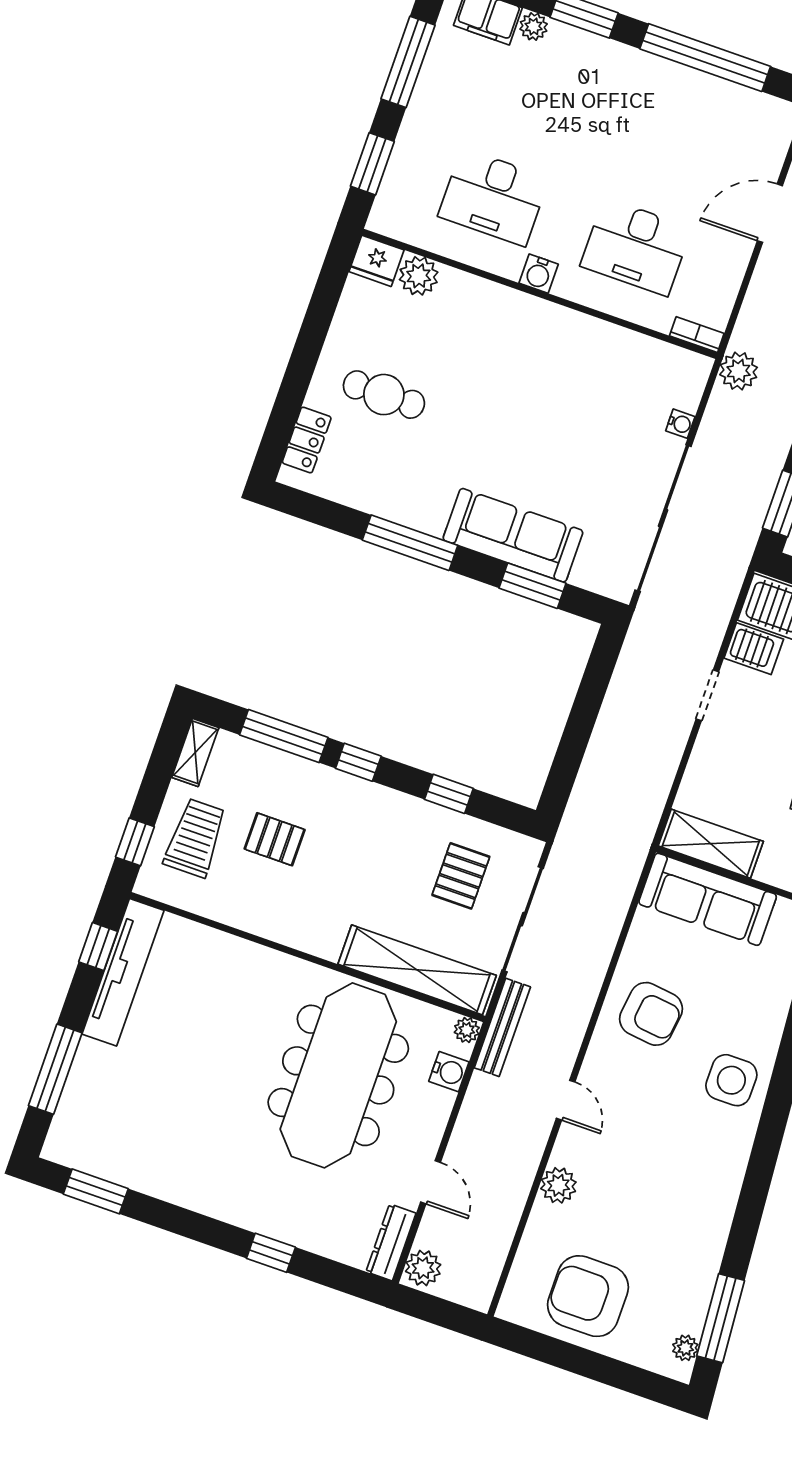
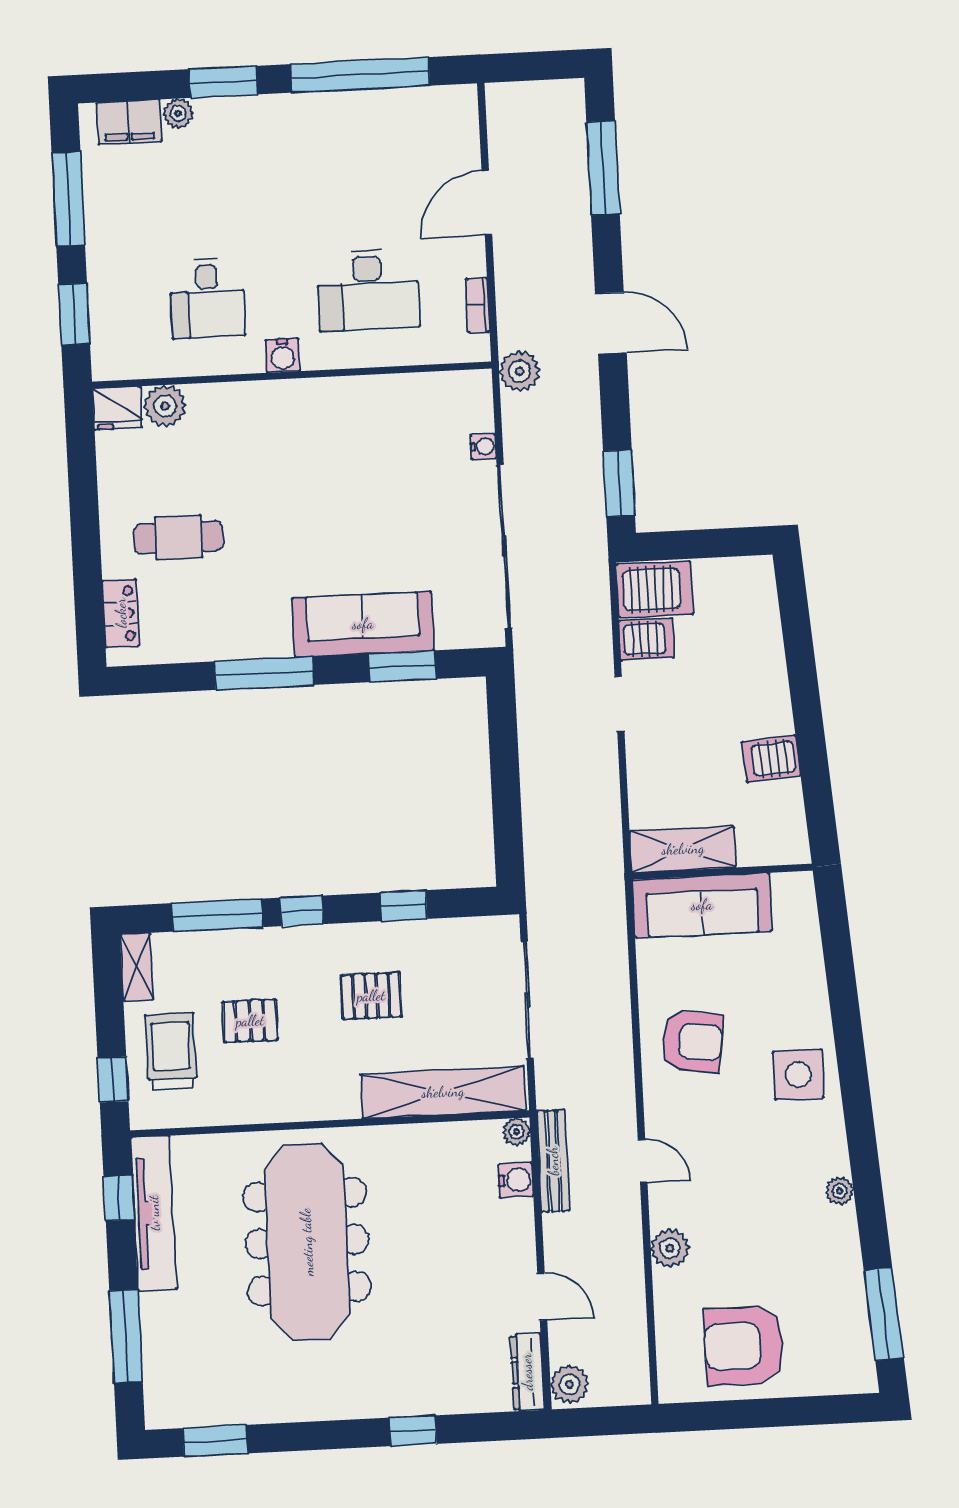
desk: (494, 197) -> (207, 298), width x0.73
bookcase: (697, 335) -> (478, 305), moved, turned -90
pallet: (461, 876) -> (371, 996), moved, turned 90
bench: (502, 1027) -> (553, 1161), moved
meeting table: (338, 1075) -> (307, 1242), moved
plant: (685, 1348) -> (840, 1191), moved

